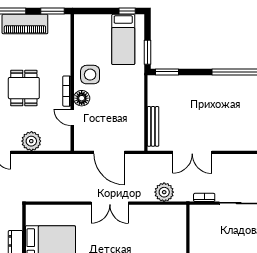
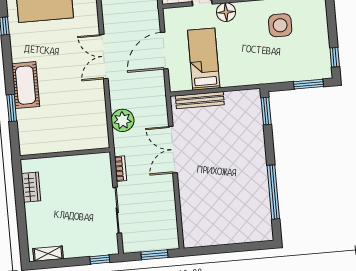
bed: (123, 39) -> (204, 59), moved, turned 90
window: (148, 52) -> (309, 84), moved
side table: (90, 75) -> (280, 25), moved

